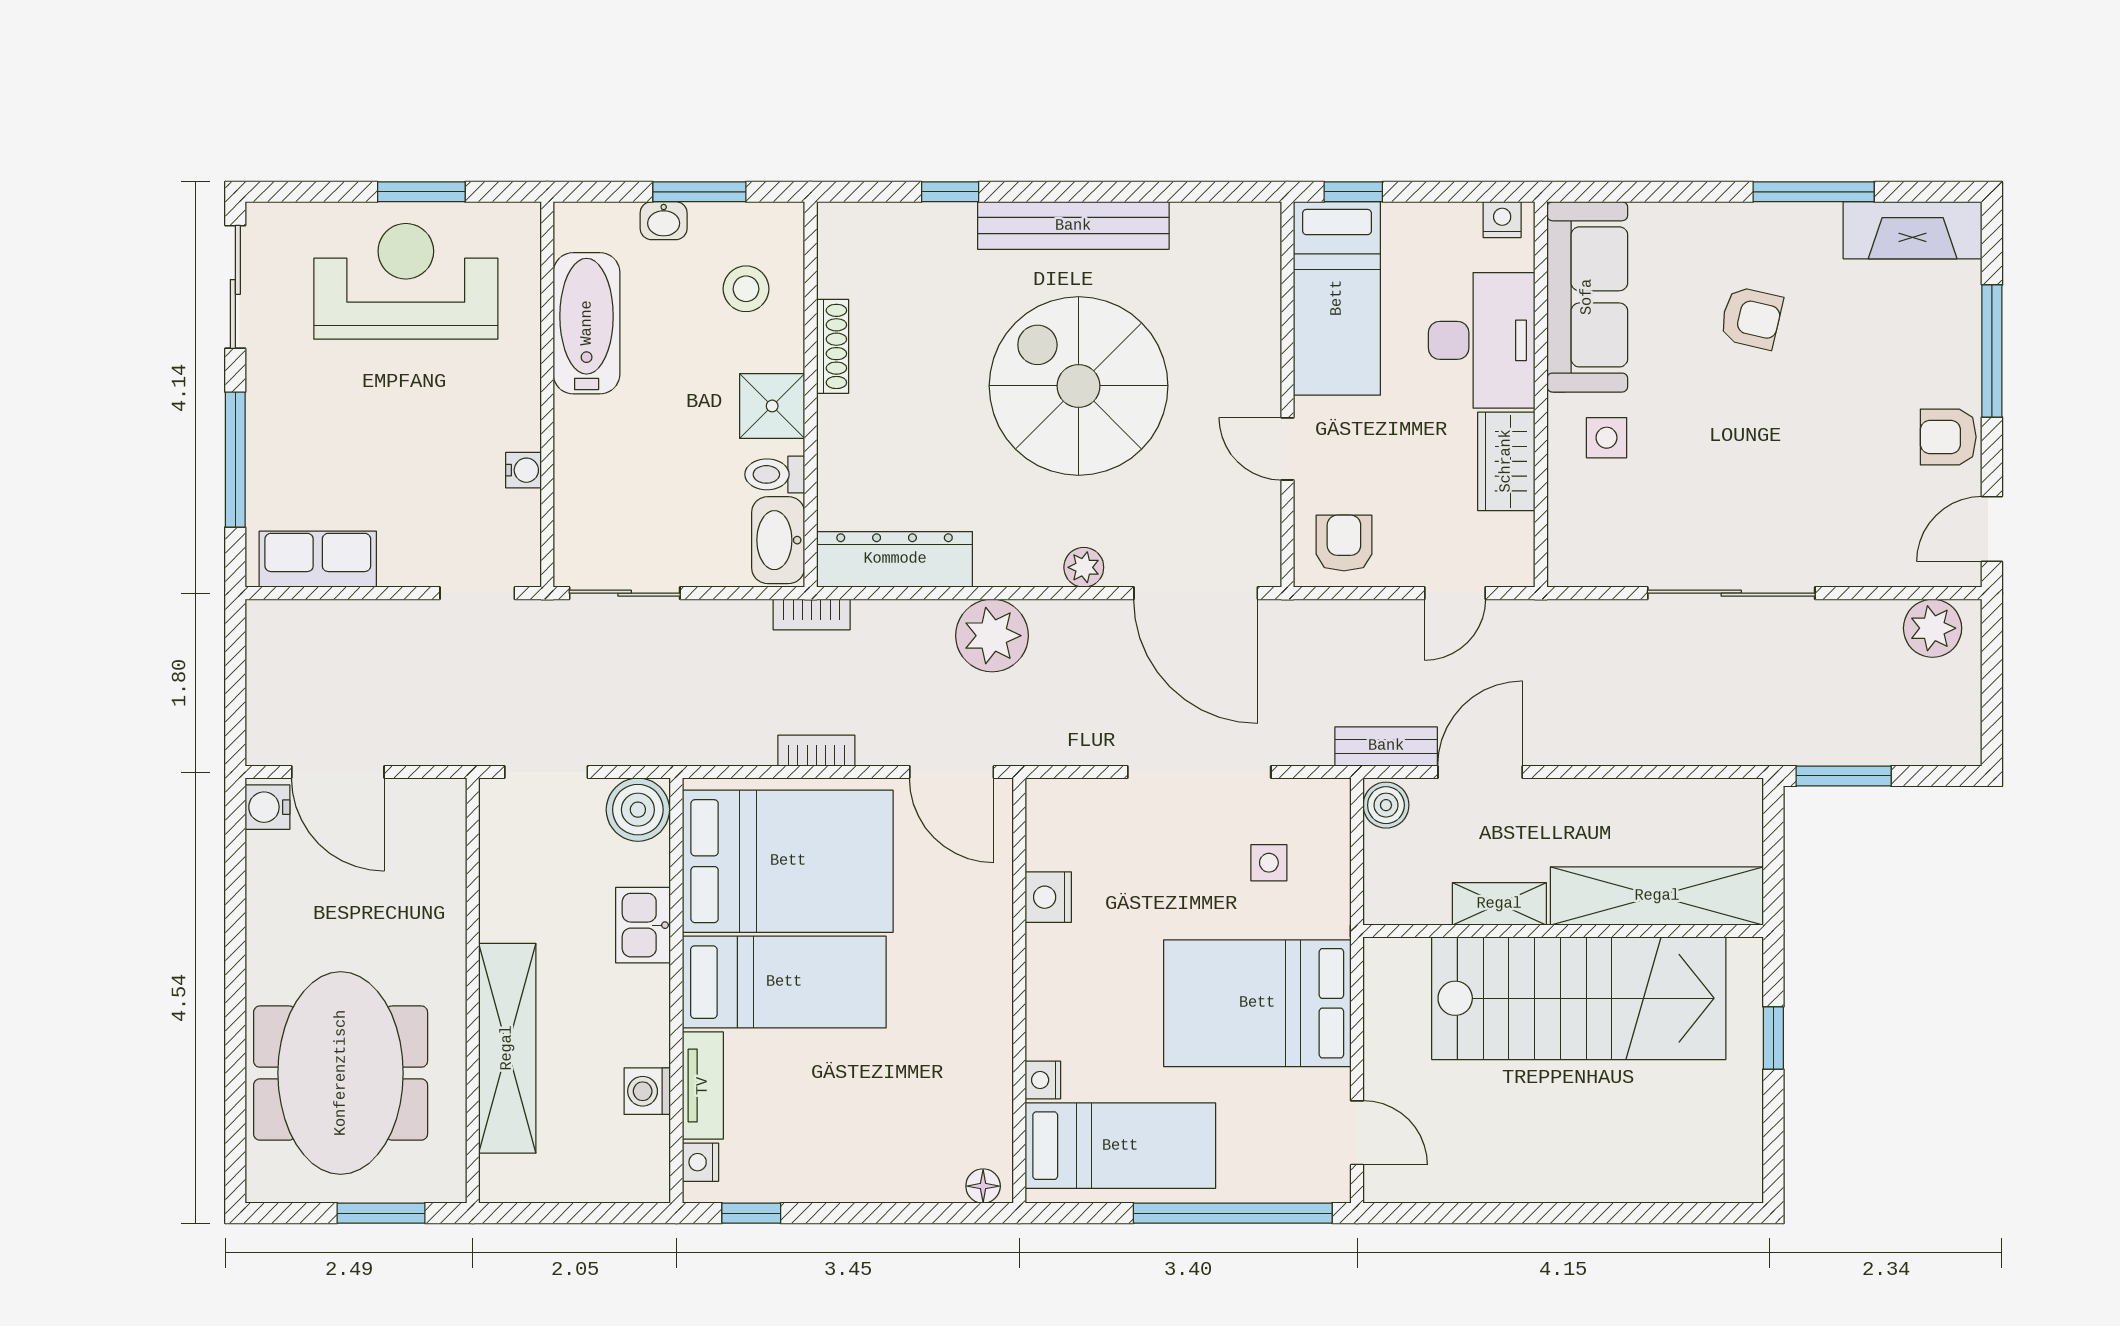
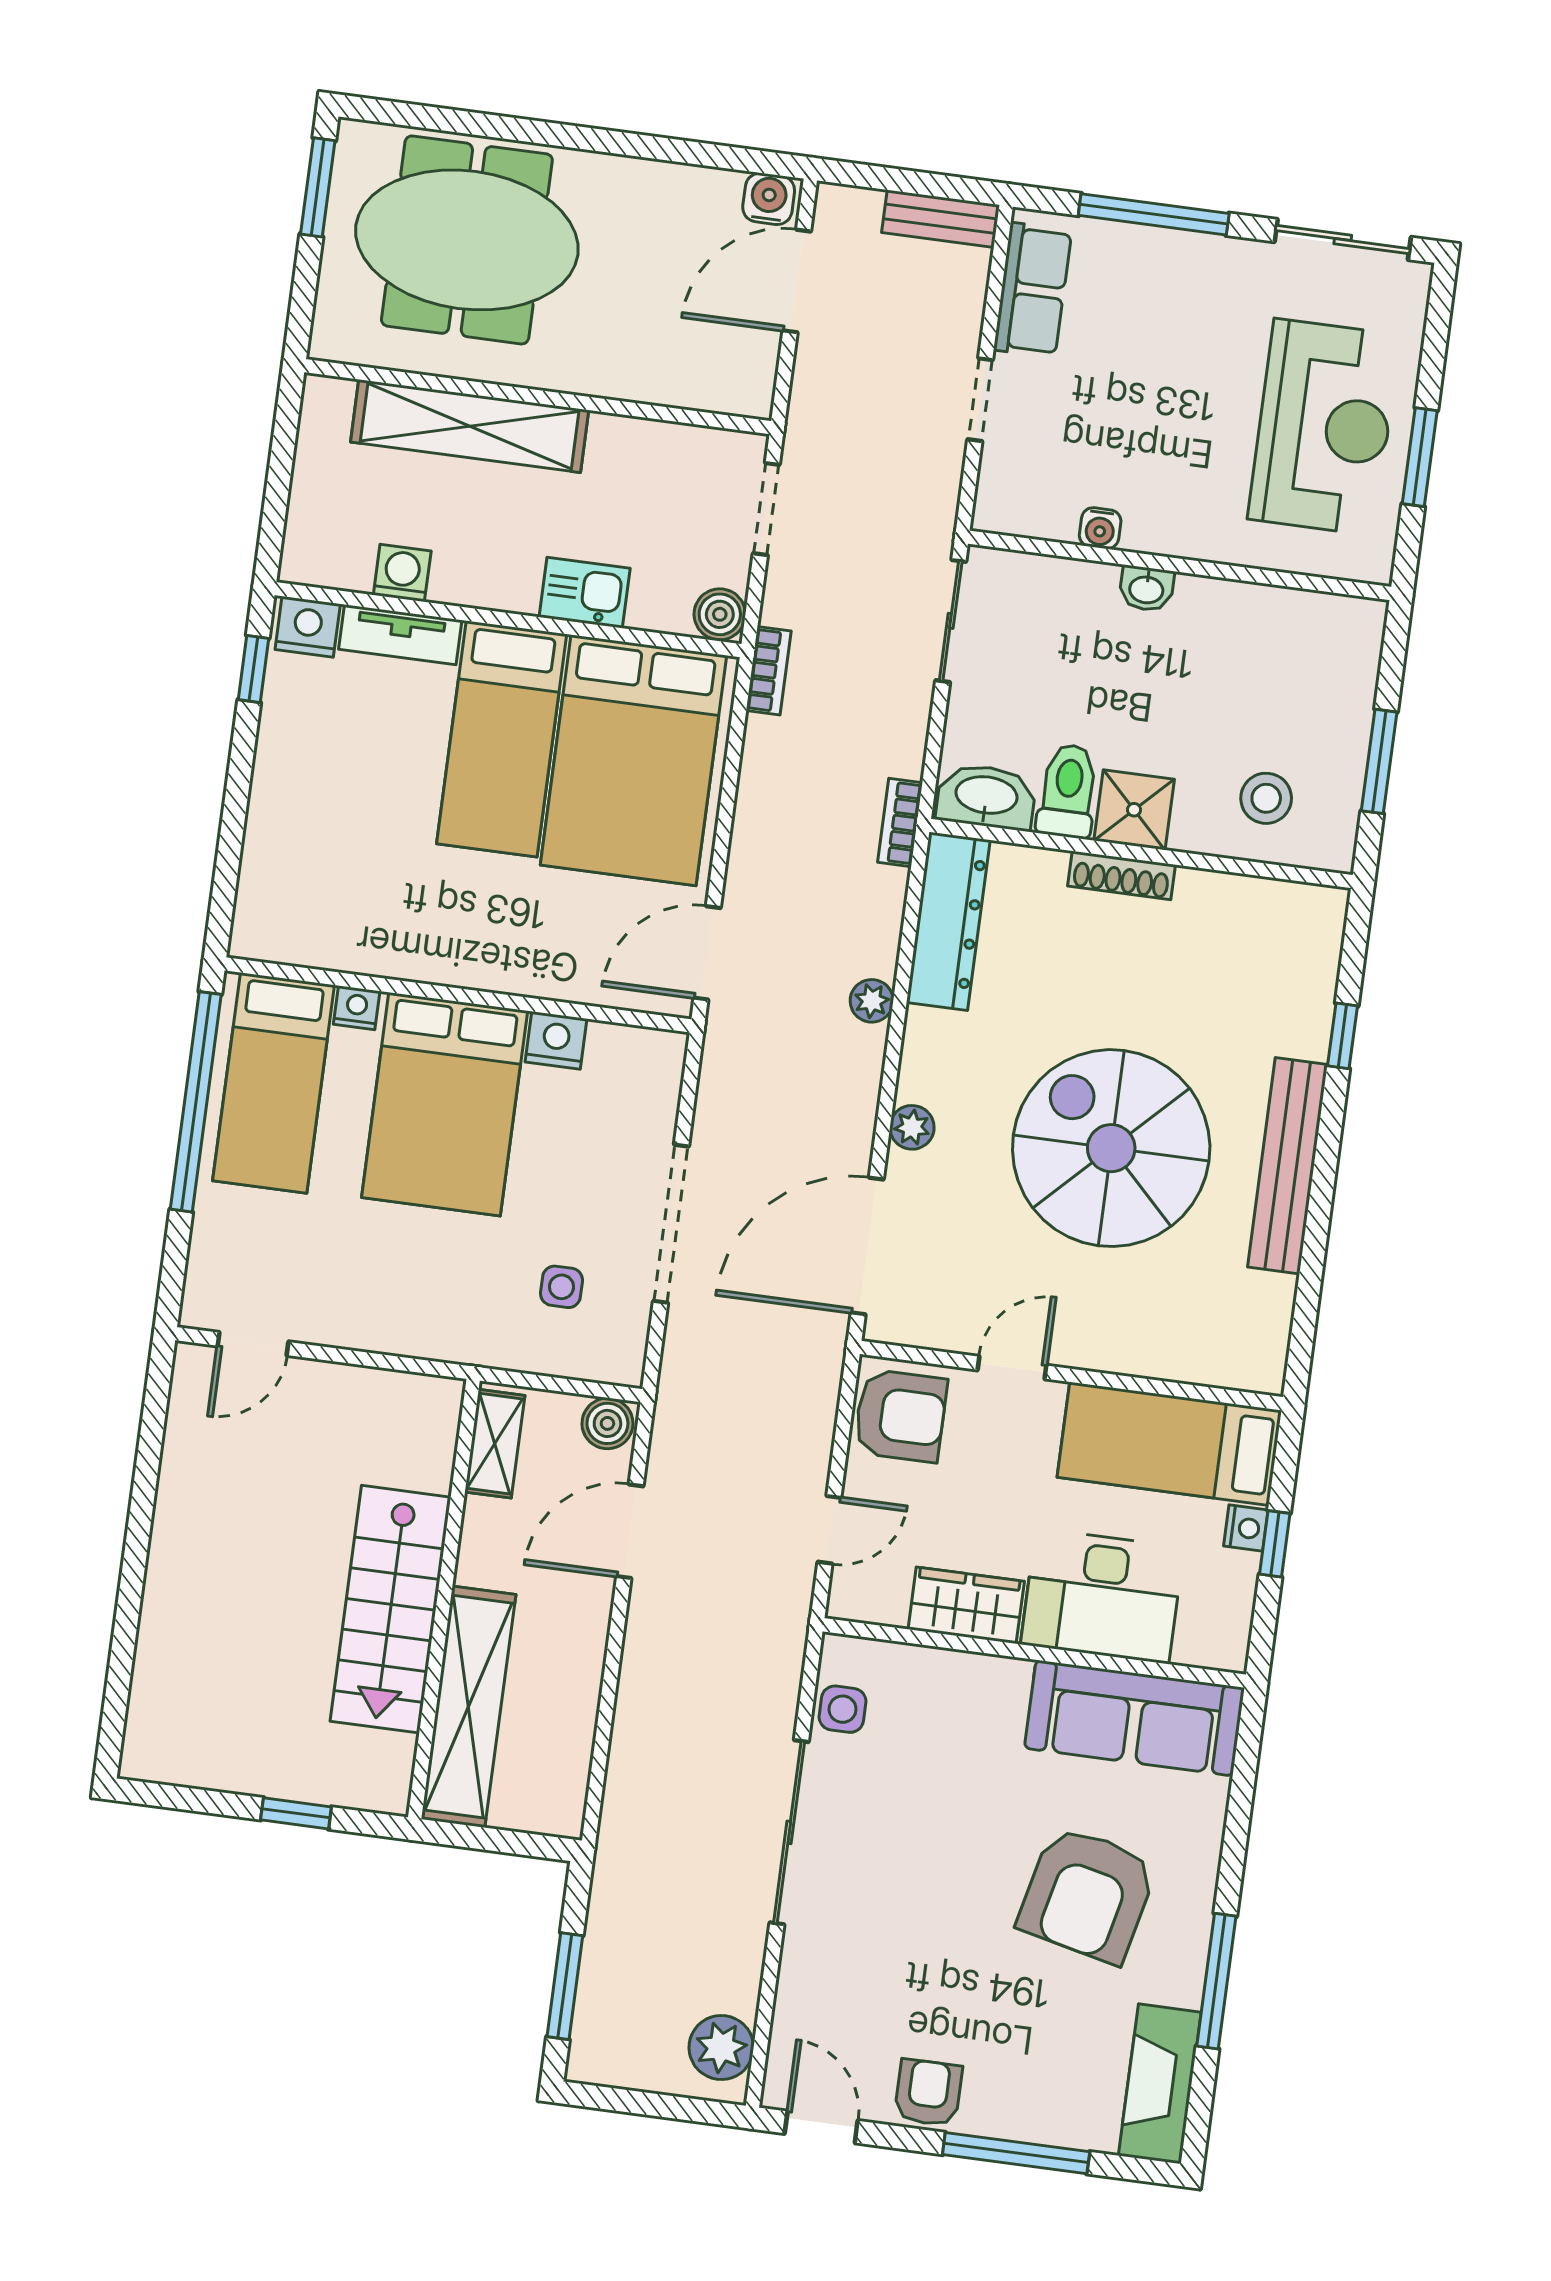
window: (1353, 192) -> (1275, 1544), moved
nightstand: (1502, 220) -> (1246, 1528), moved
washbasin: (664, 221) -> (1146, 589), moved, turned -90
armchair: (1751, 318) -> (1087, 1894), width x1.88, depth x1.88
bathtub: (587, 323) -> (1252, 619), removed
shoe rack: (833, 346) -> (1122, 875), moved
spiral stairs: (1079, 386) -> (1111, 1148), turned -90
side table: (1607, 438) -> (843, 1709), moved
toilet: (775, 474) -> (1068, 791), width x1.37, depth x1.39
armchair: (1344, 543) -> (900, 1416), width x1.38, depth x1.38
doorway: (477, 593) -> (980, 400), moved
door: (1455, 593) -> (829, 1530), swing flipped
plant: (992, 636) -> (872, 1001), width x0.53, depth x0.53
bench: (1386, 746) -> (941, 219), moved, turned 90
bookcase: (816, 751) -> (769, 671), moved
door: (1480, 772) -> (630, 1531), swing flipped
window: (1844, 776) -> (565, 1986), moved
boiler: (638, 810) -> (720, 614), width x0.73, depth x0.73
shelving: (1499, 904) -> (495, 1444), moved
stairs: (1579, 998) -> (390, 1609), width x0.73, depth x0.66
bed: (1257, 1003) -> (445, 1104), moved, turned 180
nightstand: (700, 1162) -> (308, 627), width x1.39, depth x1.35
floor lamp: (983, 1186) -> (249, 927), removed
window: (381, 1213) -> (318, 187), moved
window: (1233, 1213) -> (196, 1102), moved

